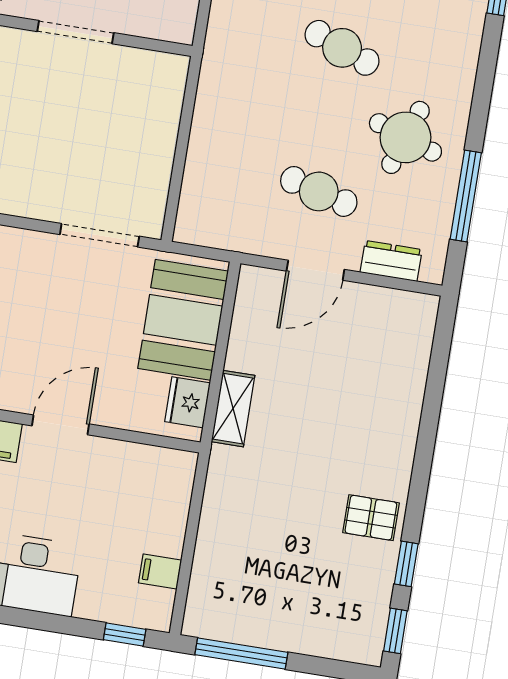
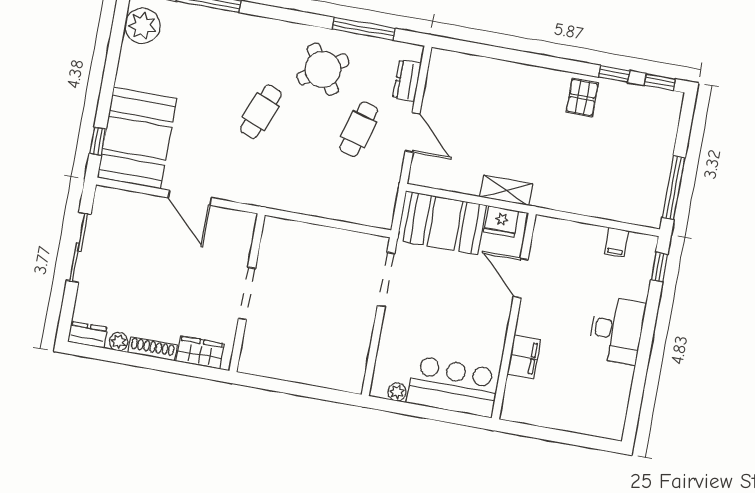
round table: (405, 137) -> (323, 69), turned 37
door: (60, 425) -> (521, 278), moved

